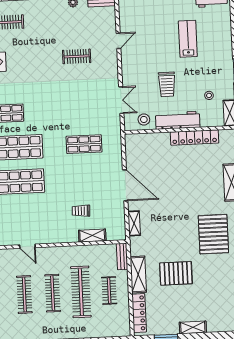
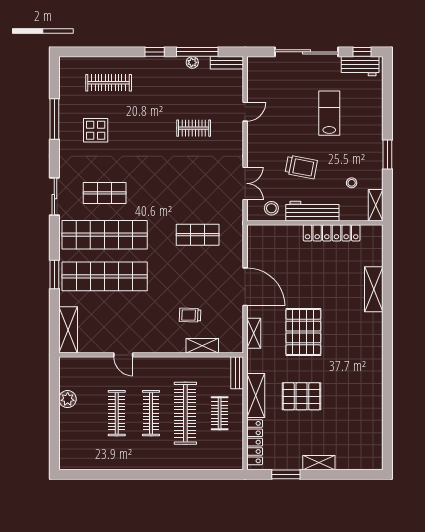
trolley: (167, 84) -> (301, 167), turned -79
pallet: (213, 234) -> (303, 332), moved

